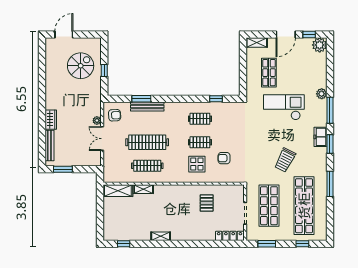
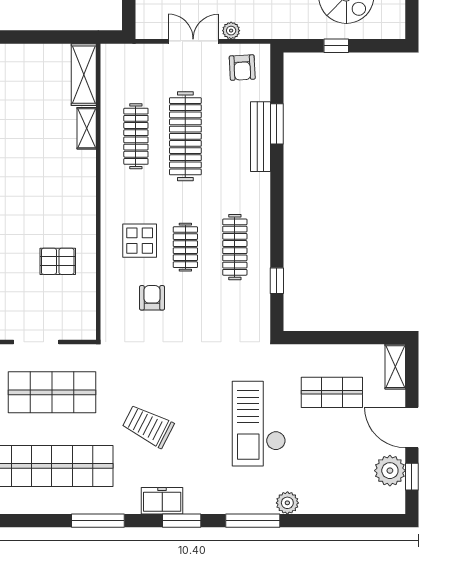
plant: (320, 45) -> (390, 471), moved
checkout: (284, 107) -> (259, 424), turned 180
clothes rail: (200, 119) -> (235, 247), width x1.36
freezer: (321, 137) -> (162, 501), moved

